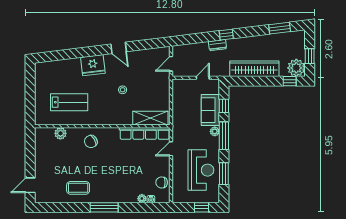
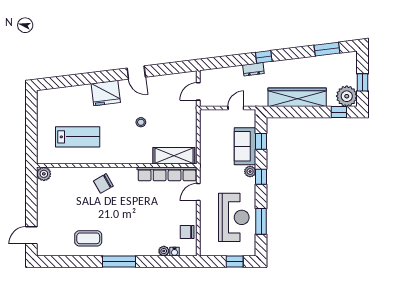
plant: (60, 133) -> (44, 174), moved
window: (224, 136) -> (261, 177), width x0.46

